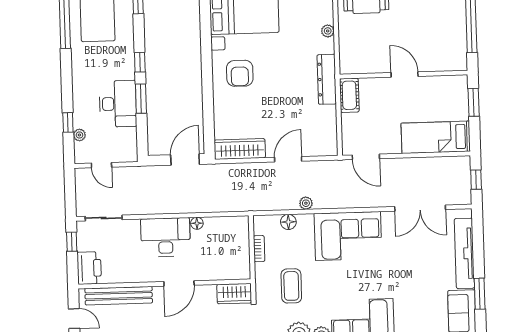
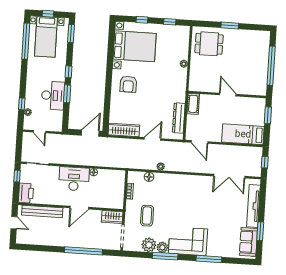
dresser: (327, 79) -> (179, 118), moved
corner sofa: (348, 236) -> (184, 189), removed

